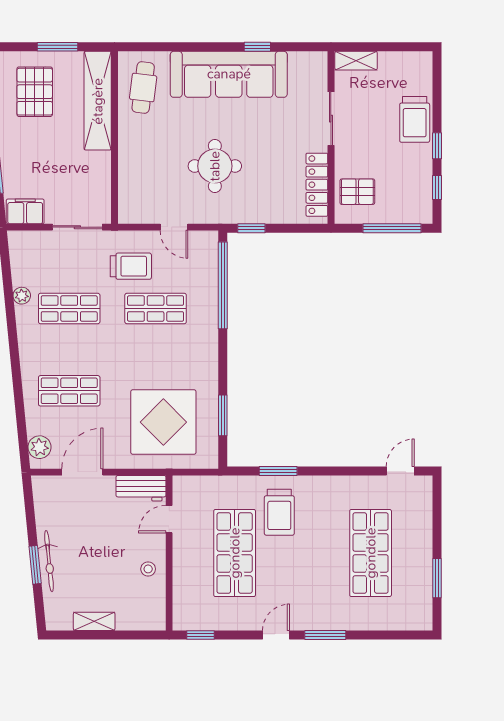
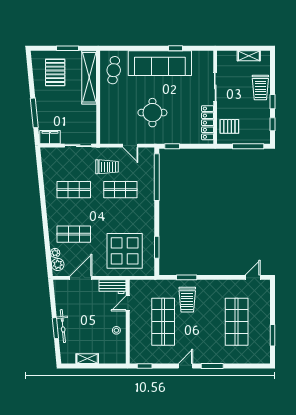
shelving: (356, 61) -> (249, 56), moved
plant: (22, 296) -> (55, 253), moved

